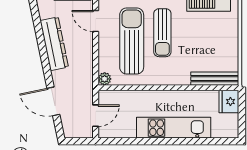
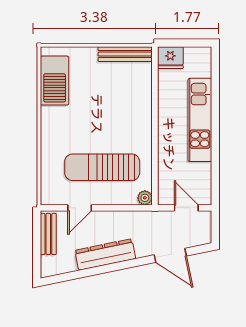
sun lounger: (162, 33) -> (93, 133), removed
bench: (215, 79) -> (125, 54), moved, turned 90
door: (53, 101) -> (170, 255), hinge flipped

